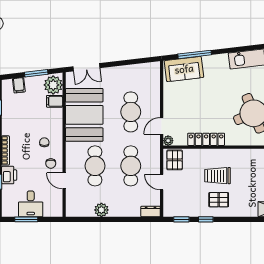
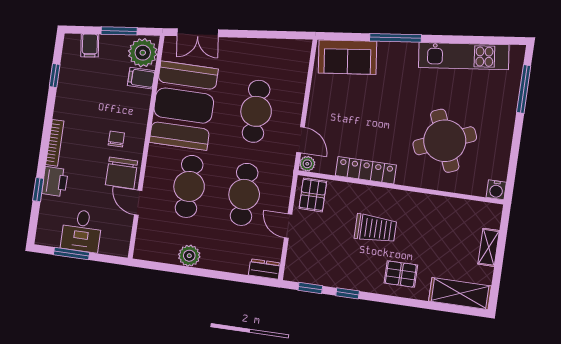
window: (195, 54) -> (395, 38), moved
door: (162, 126) -> (301, 140), swing flipped
chair: (51, 163) -> (122, 173), width x1.87, depth x1.87
trolley: (218, 176) -> (375, 229), turned 180
pallet: (219, 200) -> (401, 274), moved

